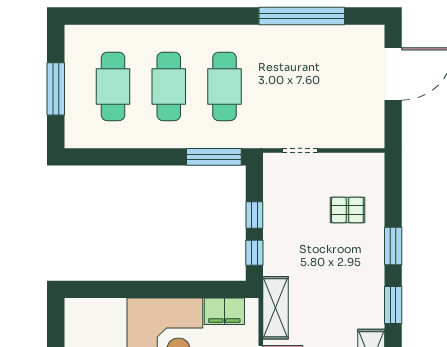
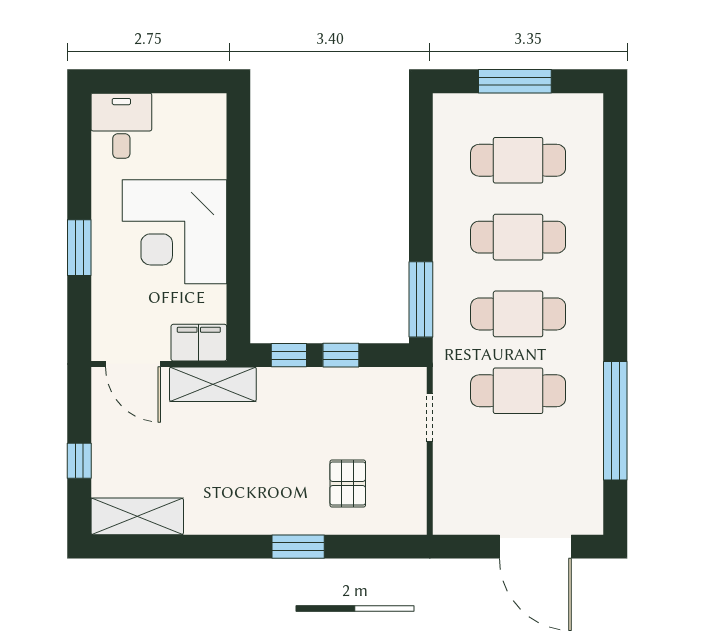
cafe table: (280, 86) -> (518, 391), added
window: (393, 305) -> (217, 547), removed
filing cabinet: (224, 311) -> (199, 343), moved, turned 90

